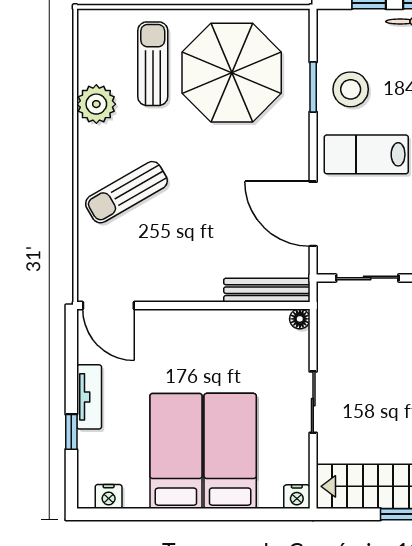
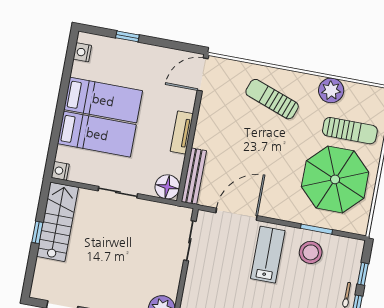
sun lounger: (126, 192) -> (272, 99), turned -40
floor lamp: (300, 319) -> (167, 187), width x1.89, depth x1.89
tv unit: (89, 397) -> (182, 133), moved, turned 90

